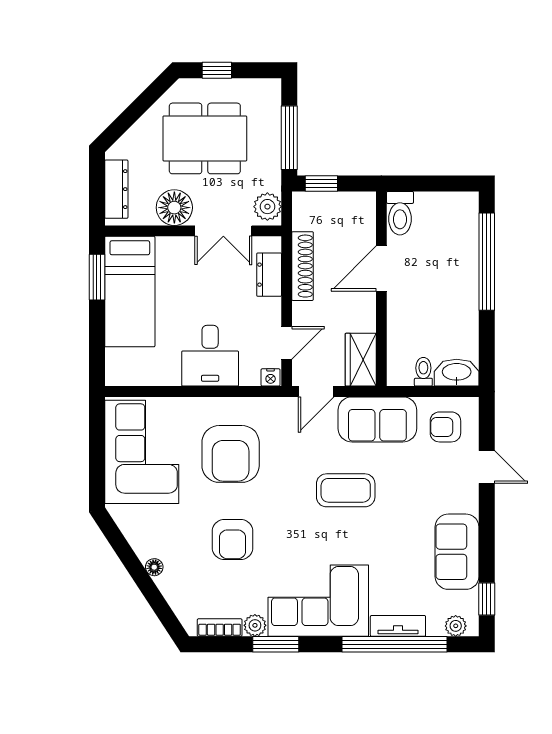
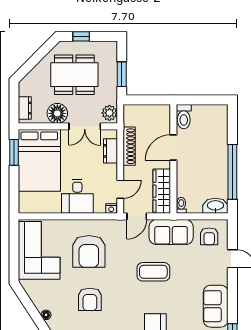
window: (289, 138) -> (122, 74), width x0.69
window: (321, 183) -> (140, 100), removed
dresser: (116, 189) -> (25, 108), width x0.70
window: (487, 262) -> (232, 172), moved
bed: (130, 292) -> (39, 160), width x1.50
wardrobe: (361, 360) -> (162, 191), width x1.50
toilet: (423, 372) -> (181, 205), moved
armchair: (445, 427) -> (209, 236), turned -90

